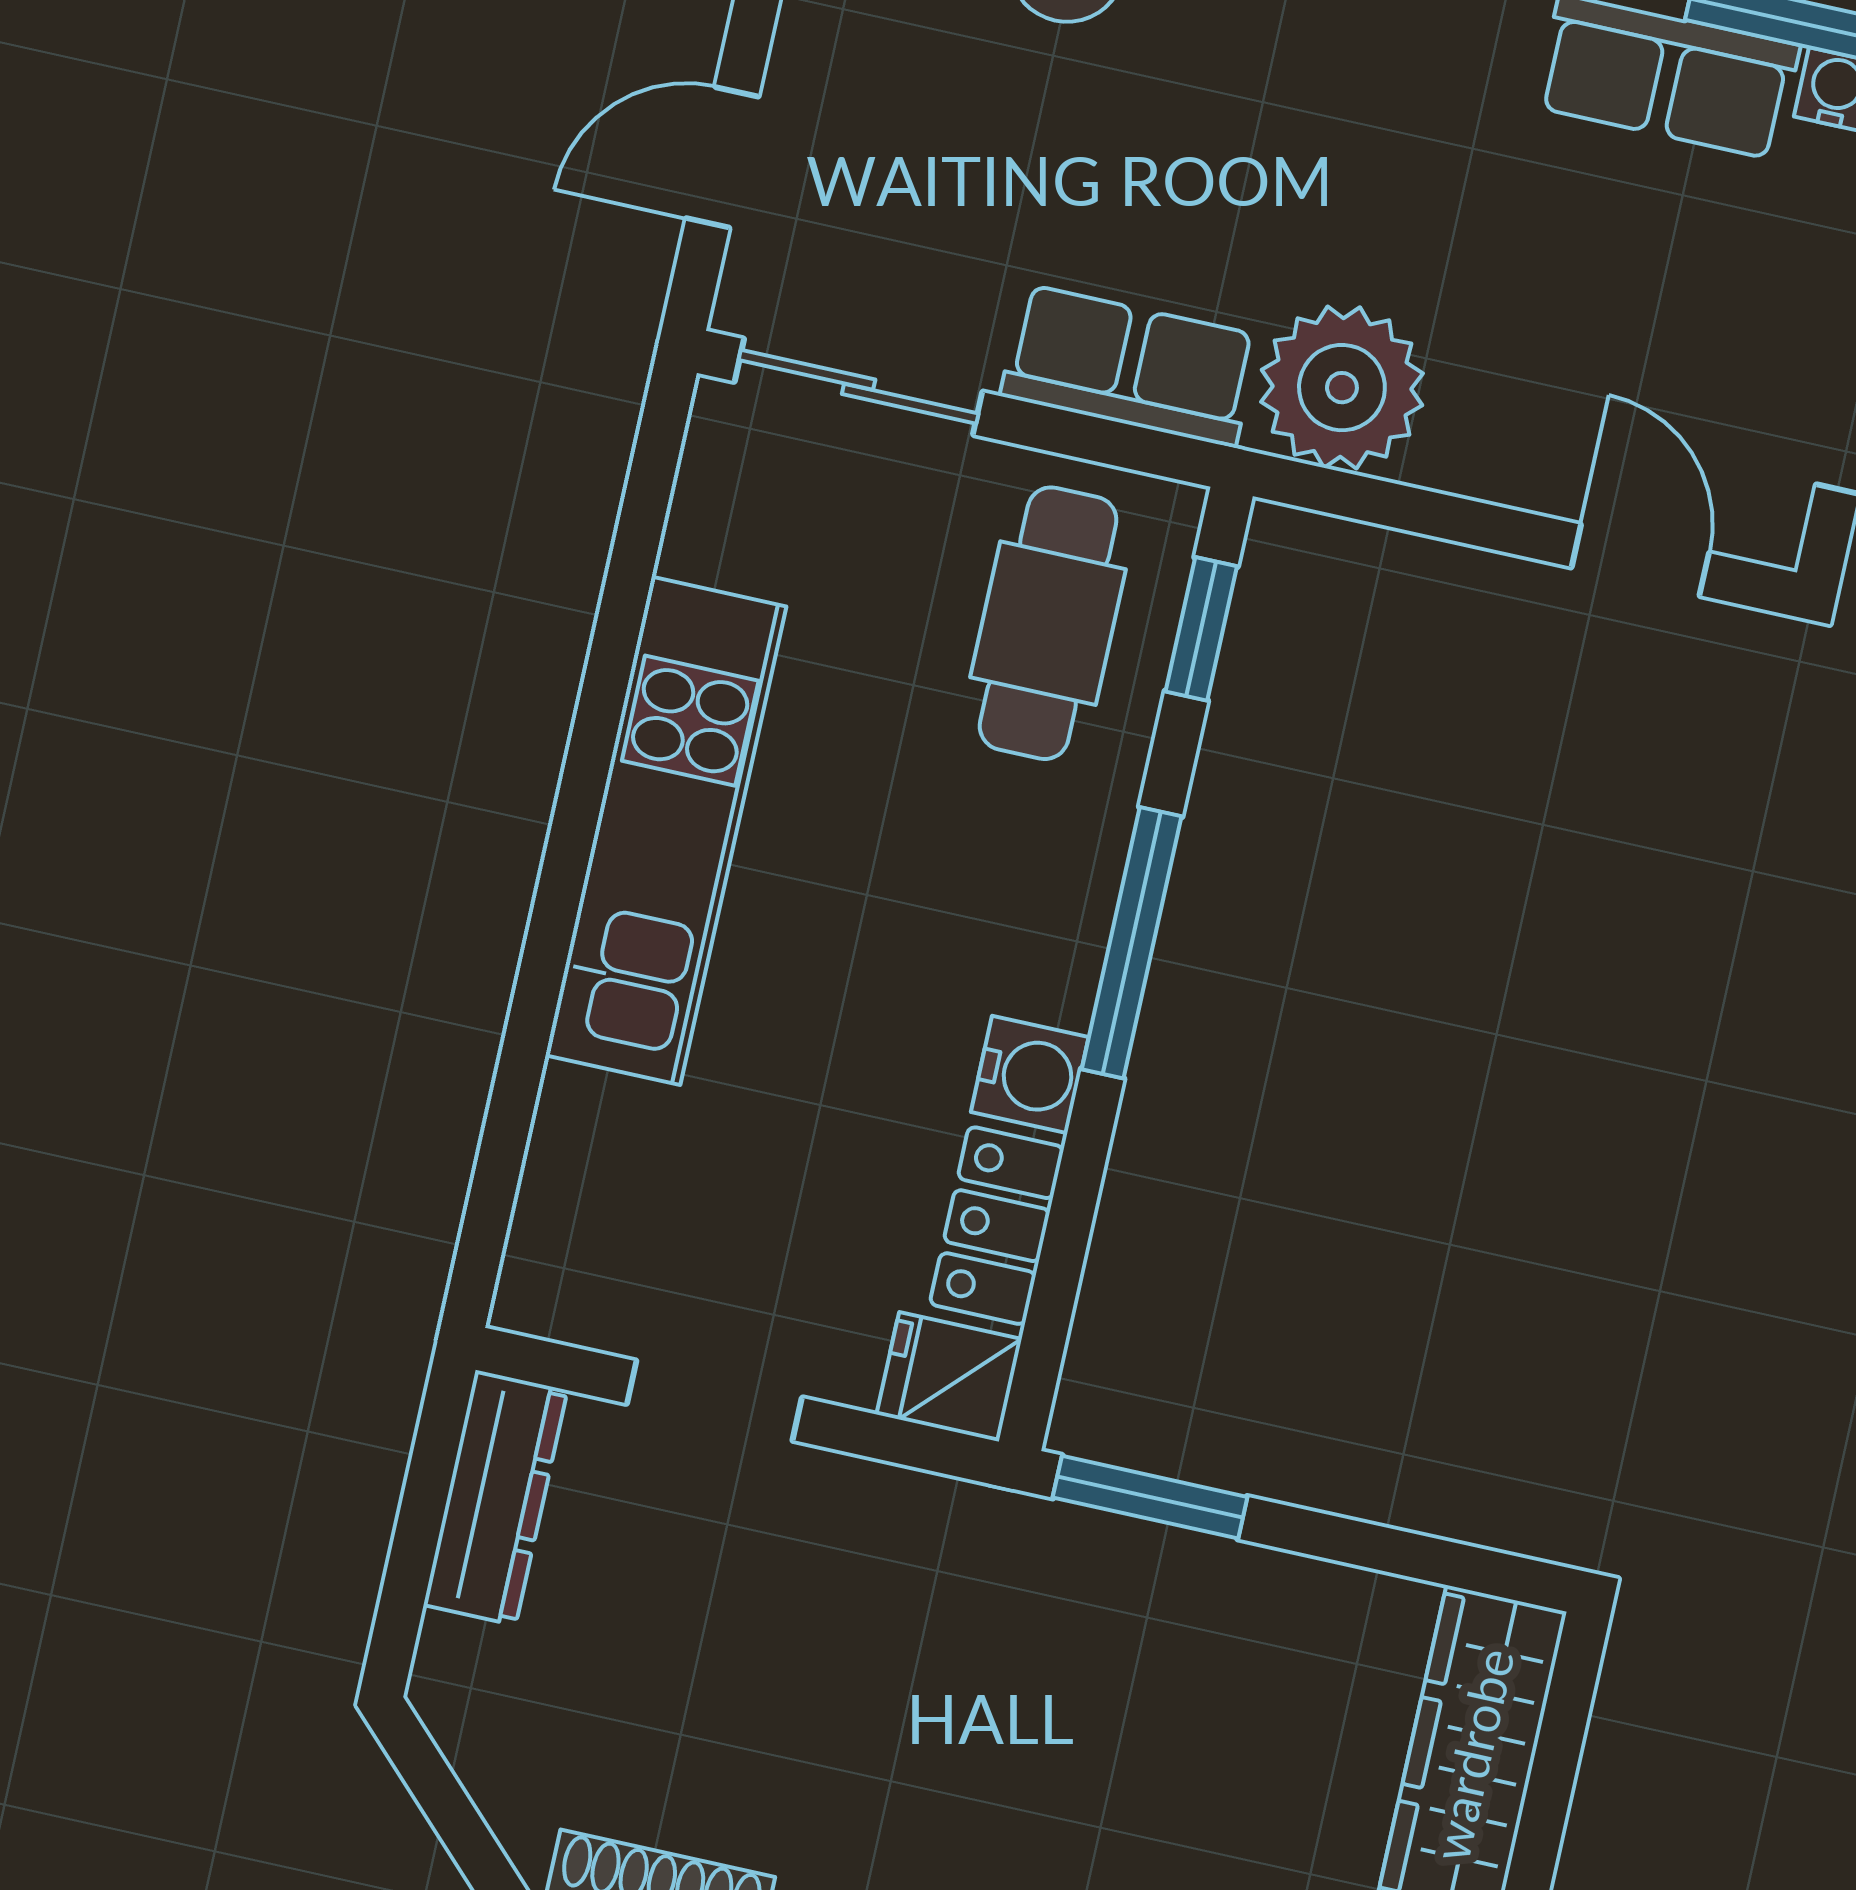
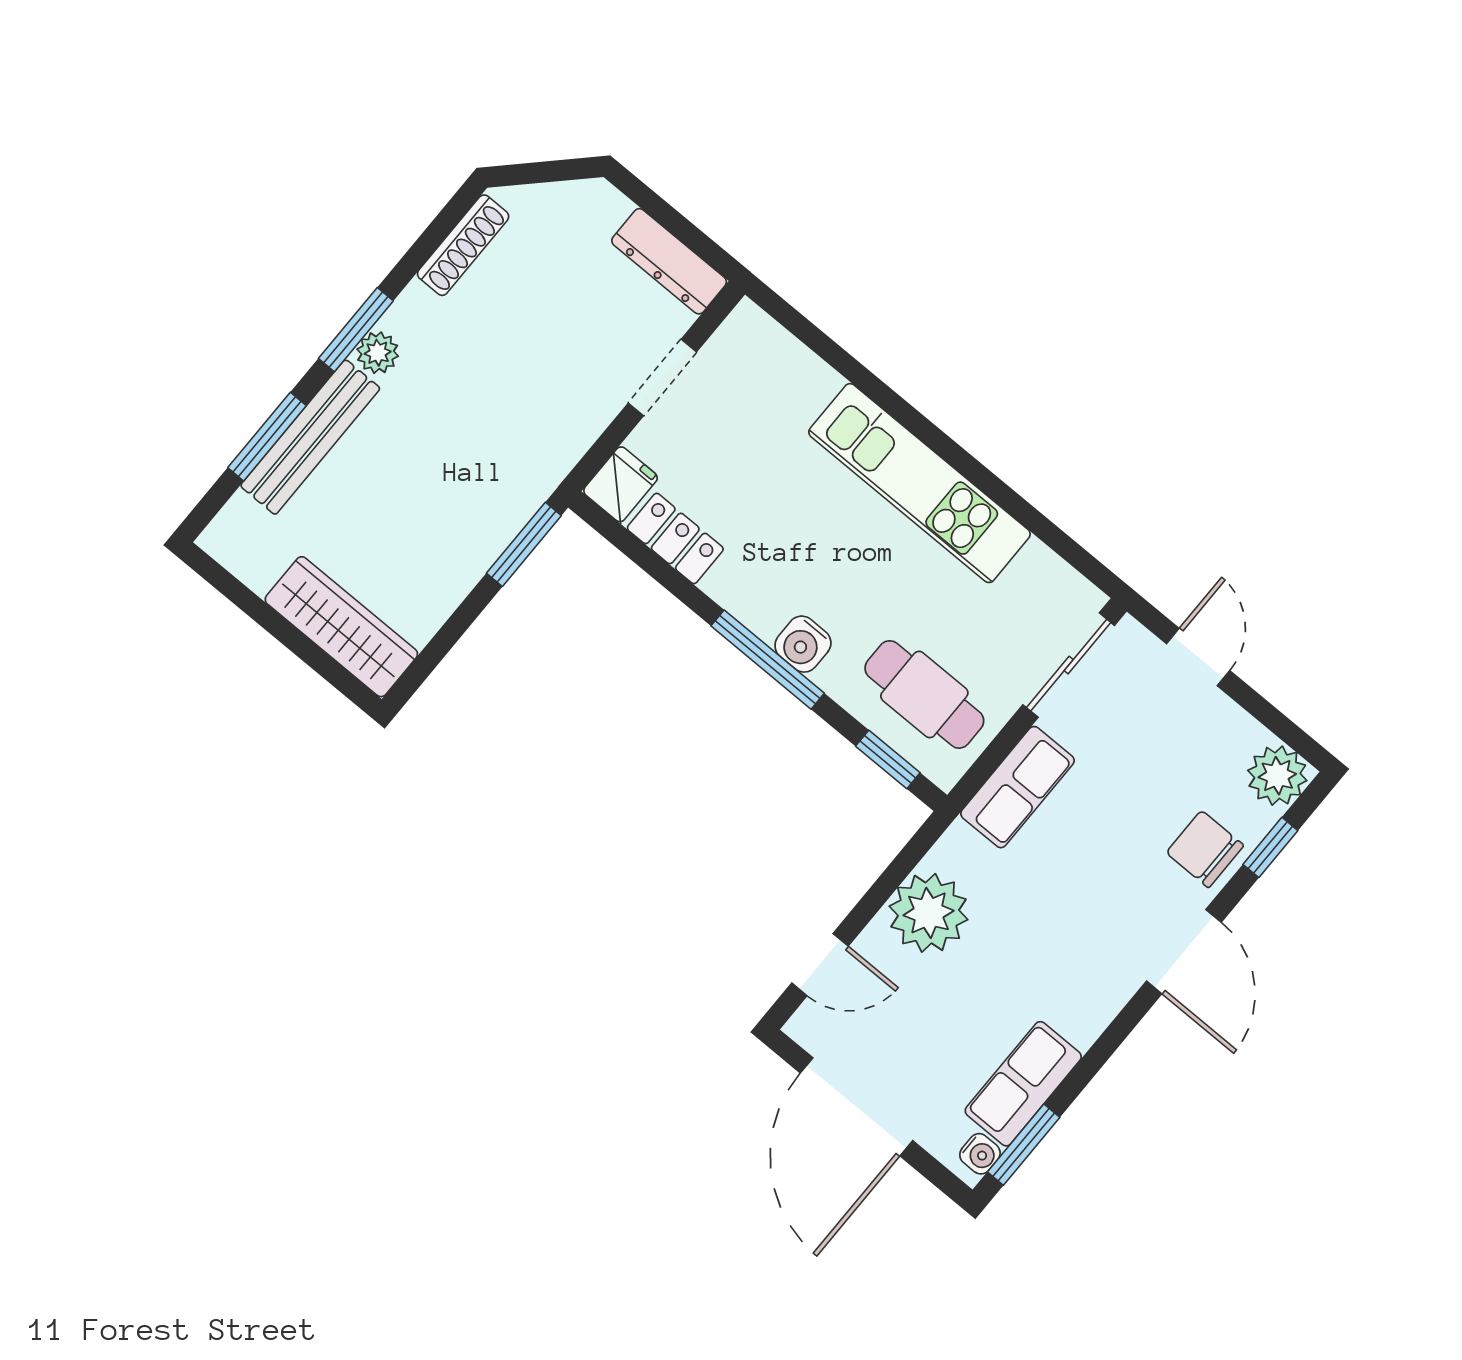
plant: (1342, 388) -> (929, 913), moved
water cooler: (1030, 1074) -> (803, 644), moved

